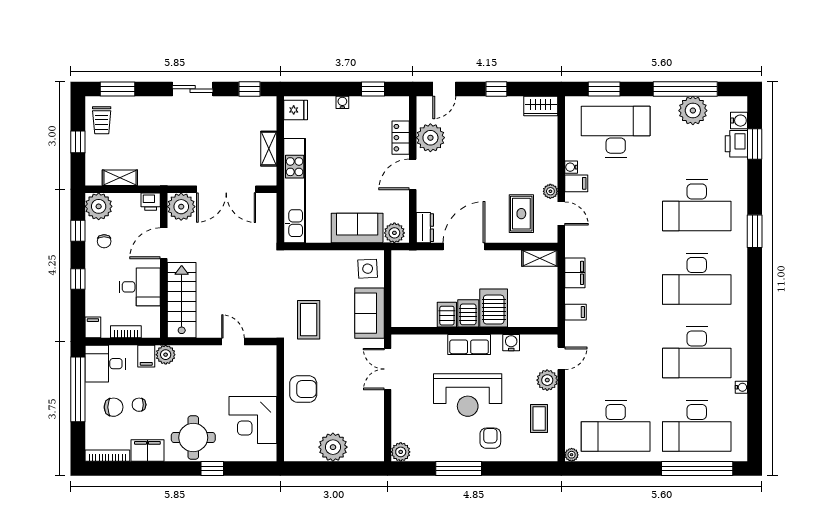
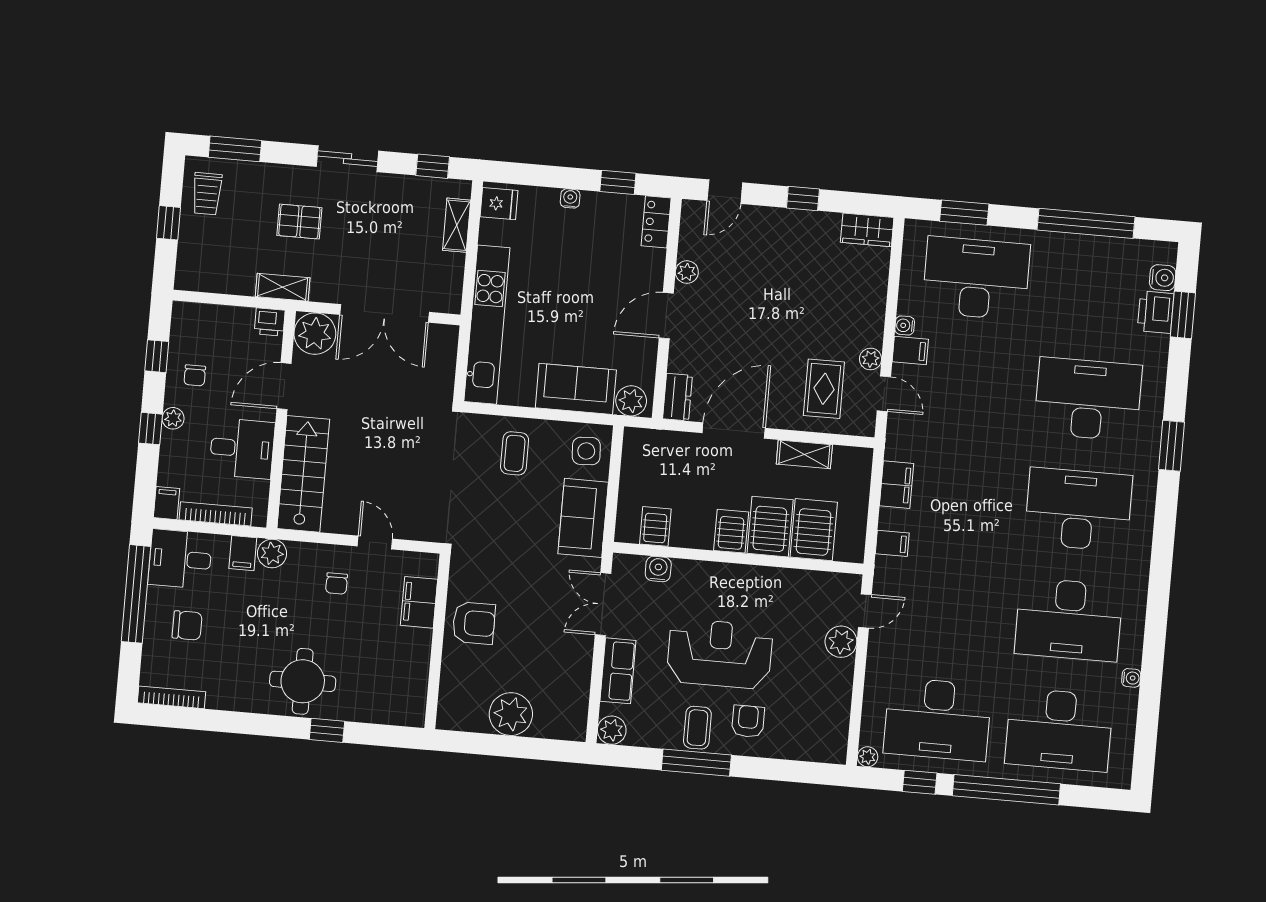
plant: (693, 111) -> (1095, 257), removed
pallet: (164, 133) -> (299, 222), added
locker: (401, 138) -> (656, 222), moved
plant: (430, 138) -> (687, 272), width x0.53, depth x0.53
shelving: (269, 149) -> (457, 225), moved
shelving: (120, 178) -> (283, 287), moved
desk: (697, 205) -> (1088, 399), turned 180
plant: (99, 206) -> (173, 418), moved, width x0.53, depth x0.53
shelving: (540, 258) -> (804, 454), moved
desk: (697, 279) -> (1078, 509), turned 180
server rack: (523, 307) -> (814, 530), added
server rack: (447, 315) -> (655, 526), moved
coffee table: (309, 320) -> (515, 453), moved, width x0.73, depth x0.77
bookcase: (126, 332) -> (216, 514), width x1.56
water cooler: (511, 343) -> (658, 569), moved
row of seats: (469, 344) -> (618, 671), moved, turned -90
reception desk: (468, 395) -> (720, 654), turned 180
chair: (139, 405) -> (337, 583), moved, turned -90
coffee table: (539, 418) -> (697, 728), moved
corner desk: (253, 420) -> (394, 663), removed
filing cabinet: (147, 450) -> (419, 602), moved, turned -90
window: (607, 469) -> (920, 782), added
window: (697, 469) -> (1006, 790), moved

